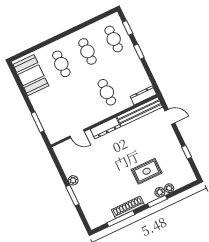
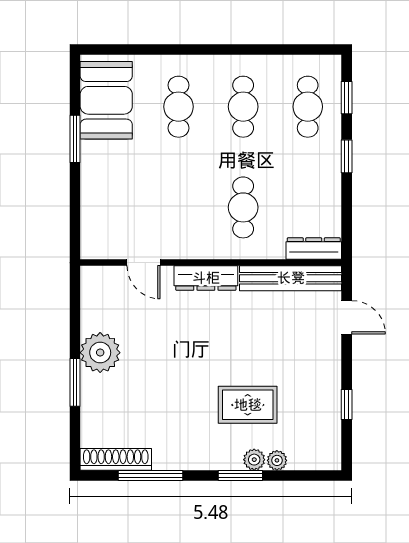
window: (38, 122) -> (75, 139), moved
plant: (73, 180) -> (100, 353), width x1.87, depth x1.87
shoe rack: (128, 207) -> (116, 459), moved

